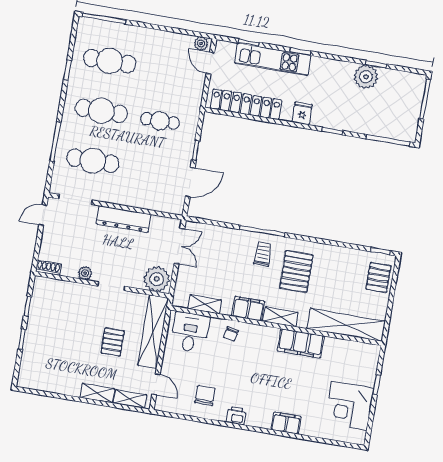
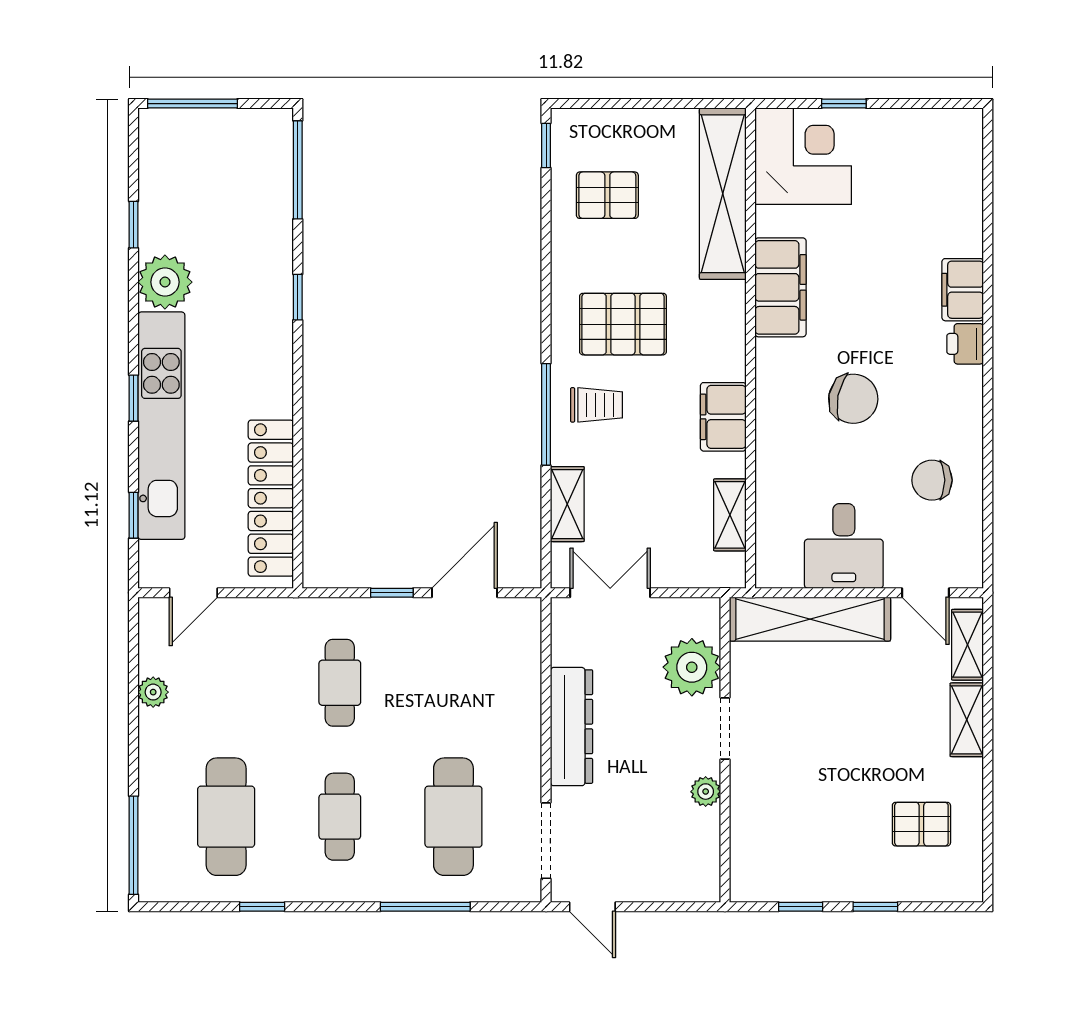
plant: (201, 44) -> (153, 692), moved
kitchen unit: (273, 59) -> (161, 426), width x1.36
plant: (366, 77) -> (165, 282), moved
cafe table: (101, 111) -> (340, 817), width x0.73, depth x0.74
fridge: (302, 113) -> (270, 370), removed
door: (190, 182) -> (464, 593), hinge flipped
trolley: (263, 254) -> (596, 405), turned 180
shoe rack: (48, 268) -> (707, 875), removed
pallet: (378, 278) -> (607, 195), moved
plant: (157, 279) -> (692, 667), moved
shelving: (280, 317) -> (567, 504), moved
desk: (190, 332) -> (844, 546), moved, turned -90
chair: (231, 334) -> (853, 399), moved, width x1.87, depth x1.87
pallet: (113, 342) -> (921, 824), moved
door: (156, 384) -> (925, 593), swing flipped
corner desk: (349, 406) -> (803, 156), moved, turned -90
printer: (236, 416) -> (965, 344), moved

